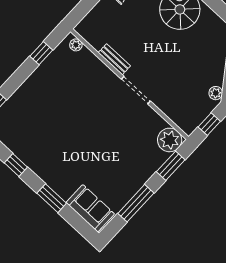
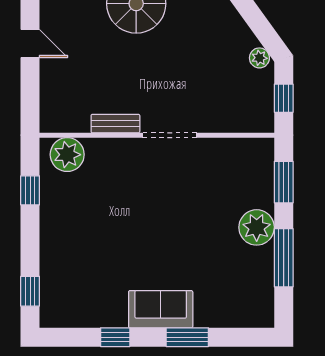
plant: (76, 45) -> (67, 155), width x1.88, depth x1.88
plant: (170, 140) -> (257, 227), moved
sofa: (90, 208) -> (161, 309), moved

